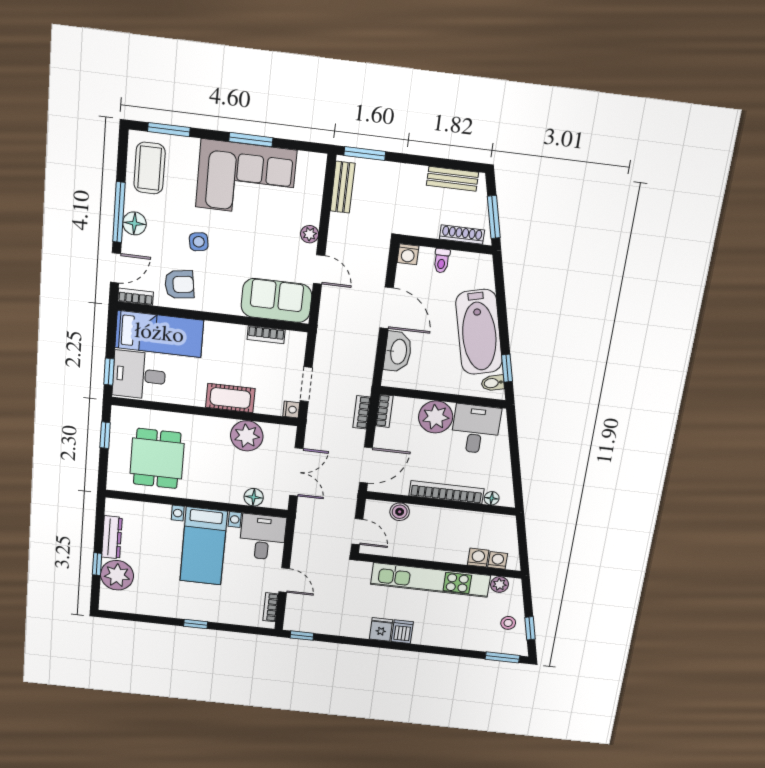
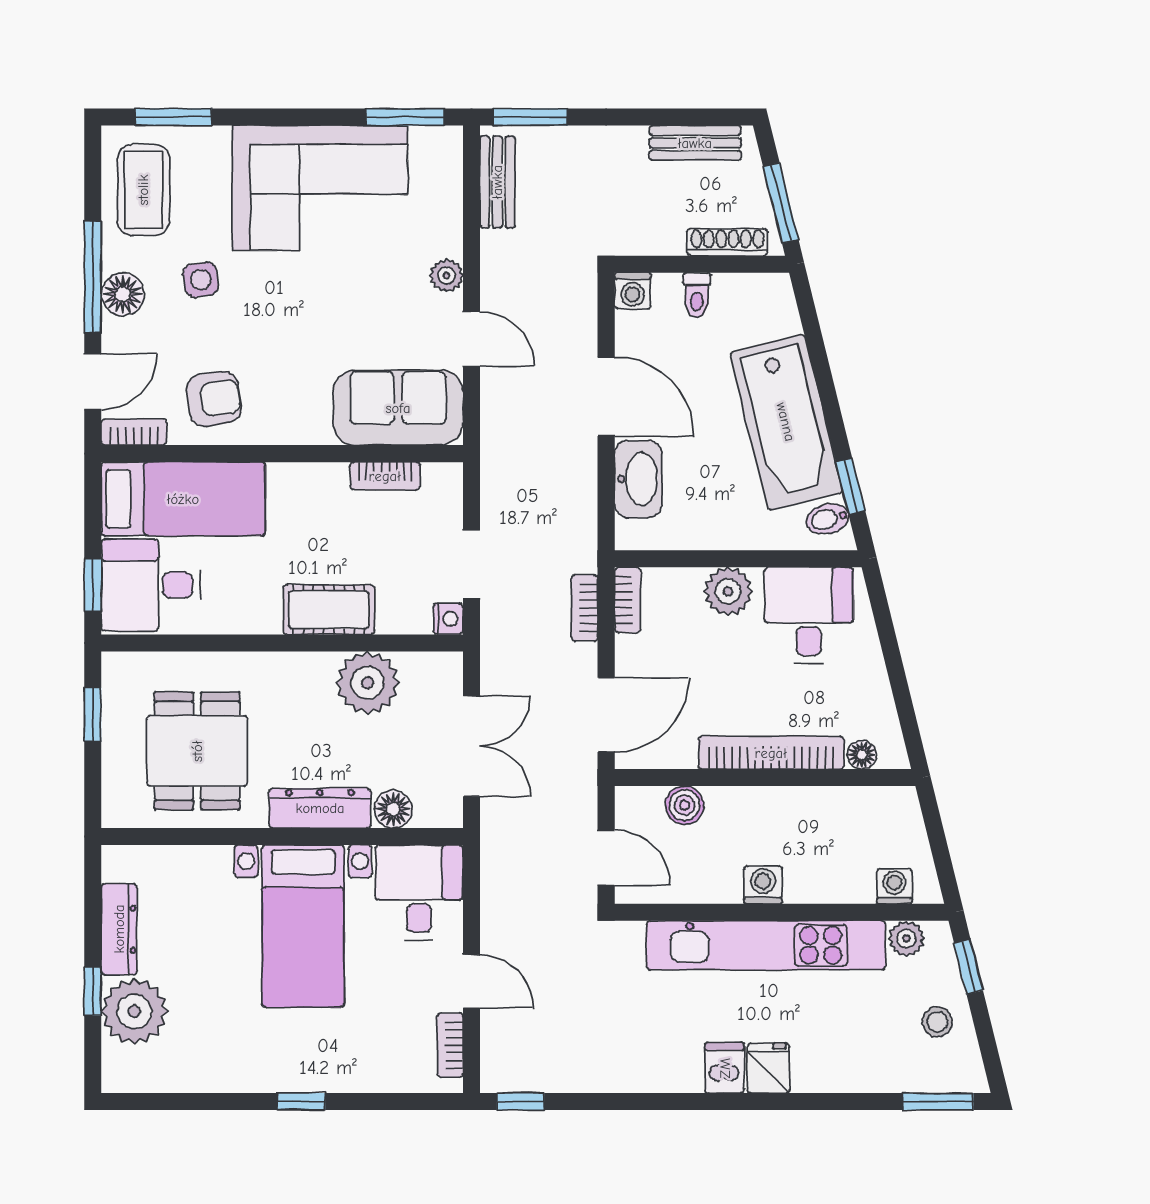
window: (251, 140) -> (405, 117), moved
side table: (199, 242) -> (201, 280), moved
plant: (436, 417) -> (728, 591), width x0.73, depth x0.73
dresser: (217, 493) -> (320, 808), added
washing machine: (478, 558) -> (763, 885), moved
window: (530, 628) -> (969, 967), moved
fridge: (381, 629) -> (769, 1068), moved

